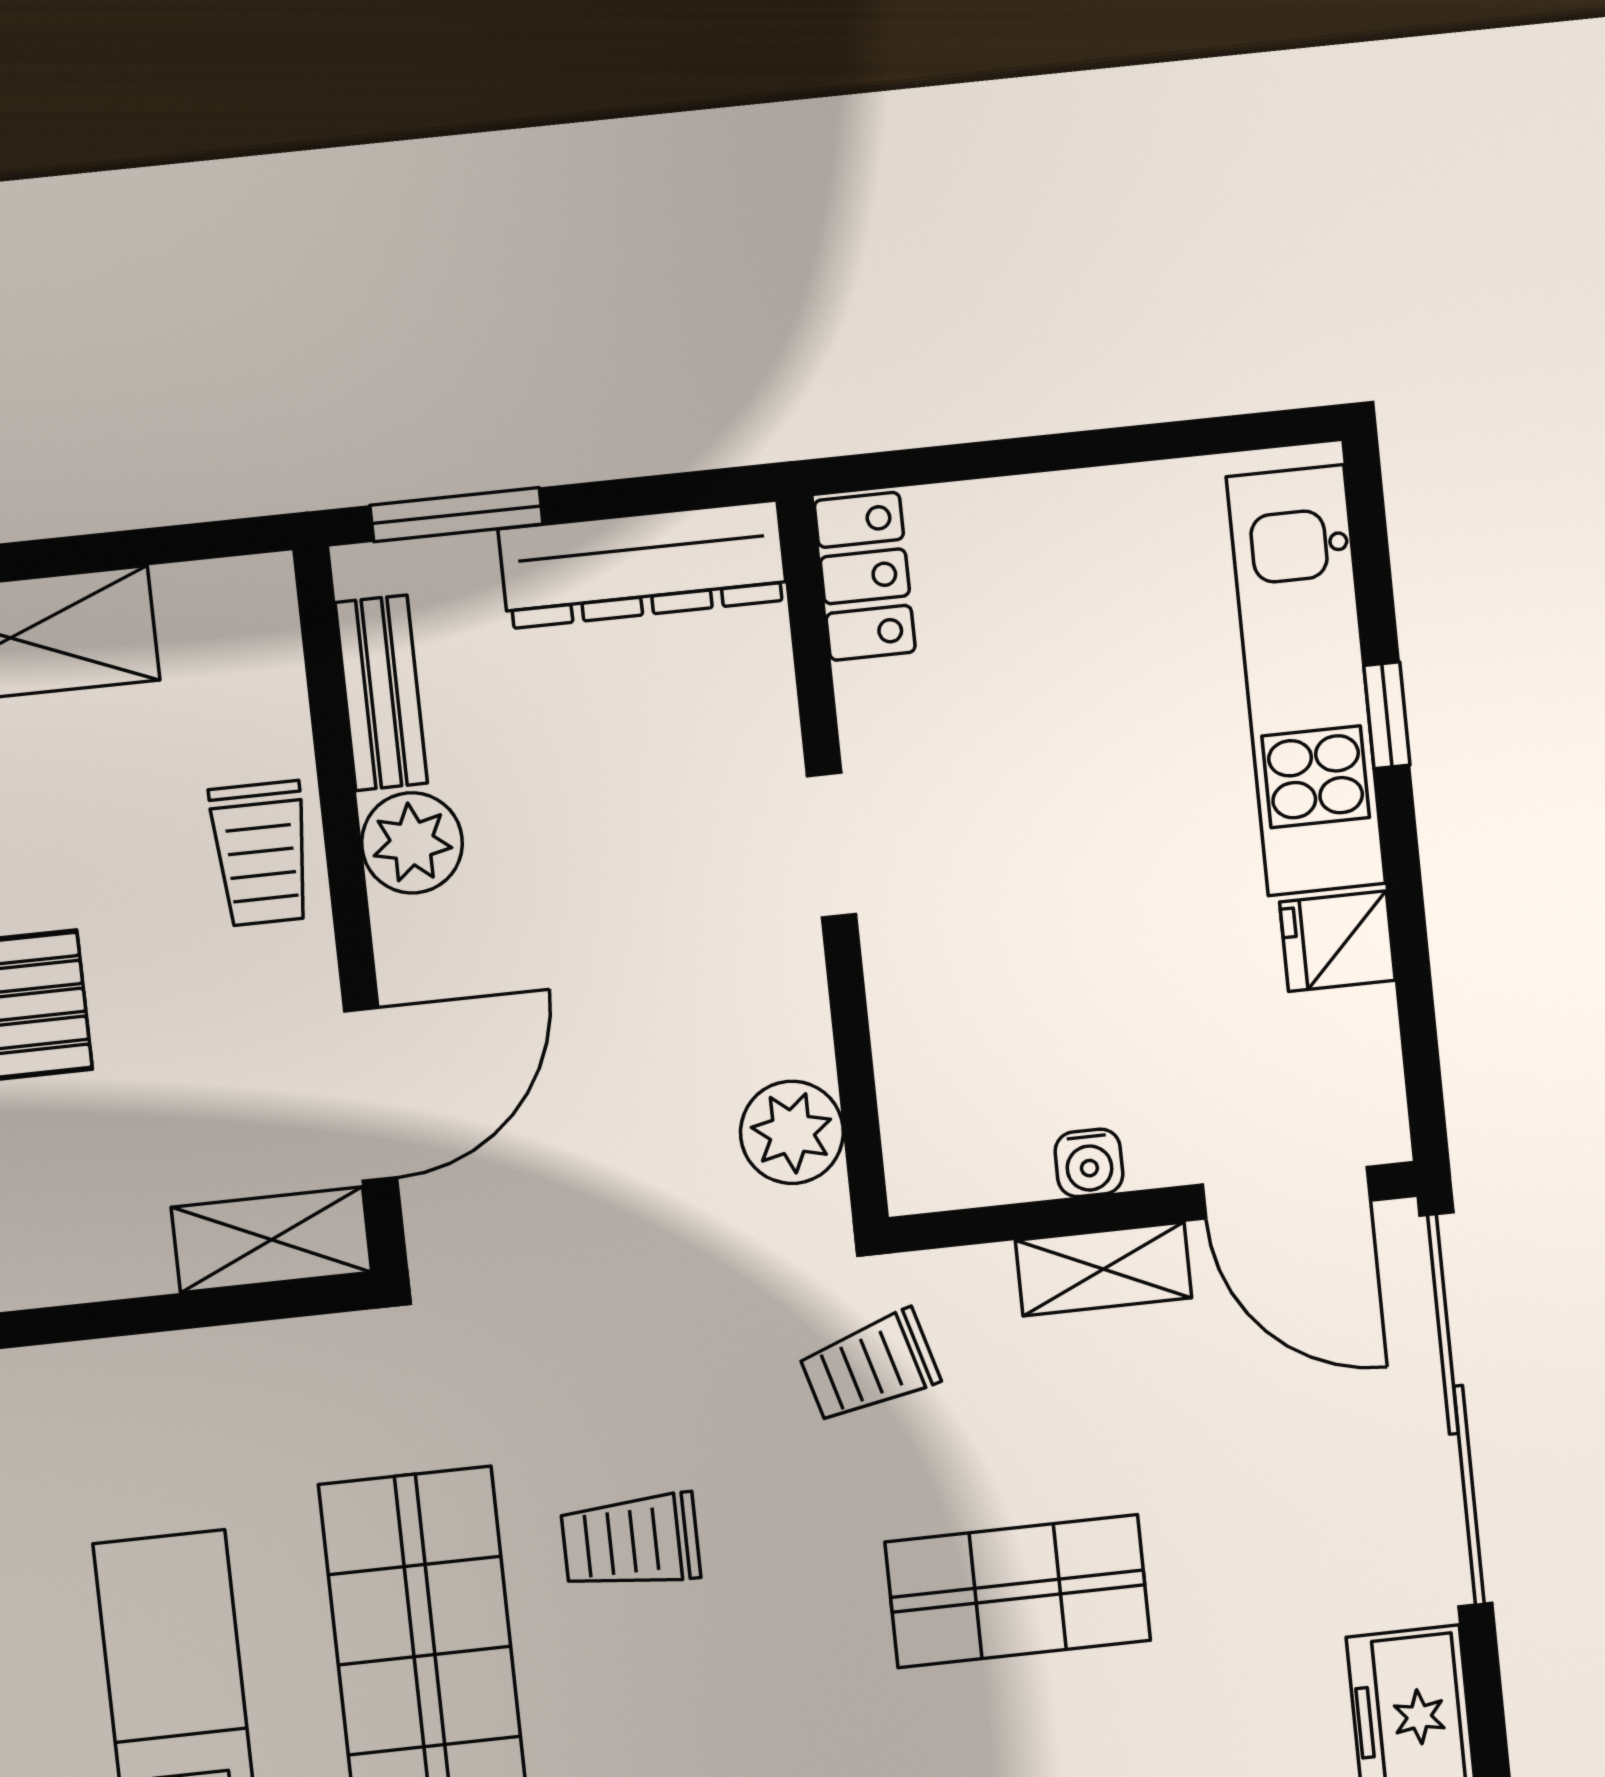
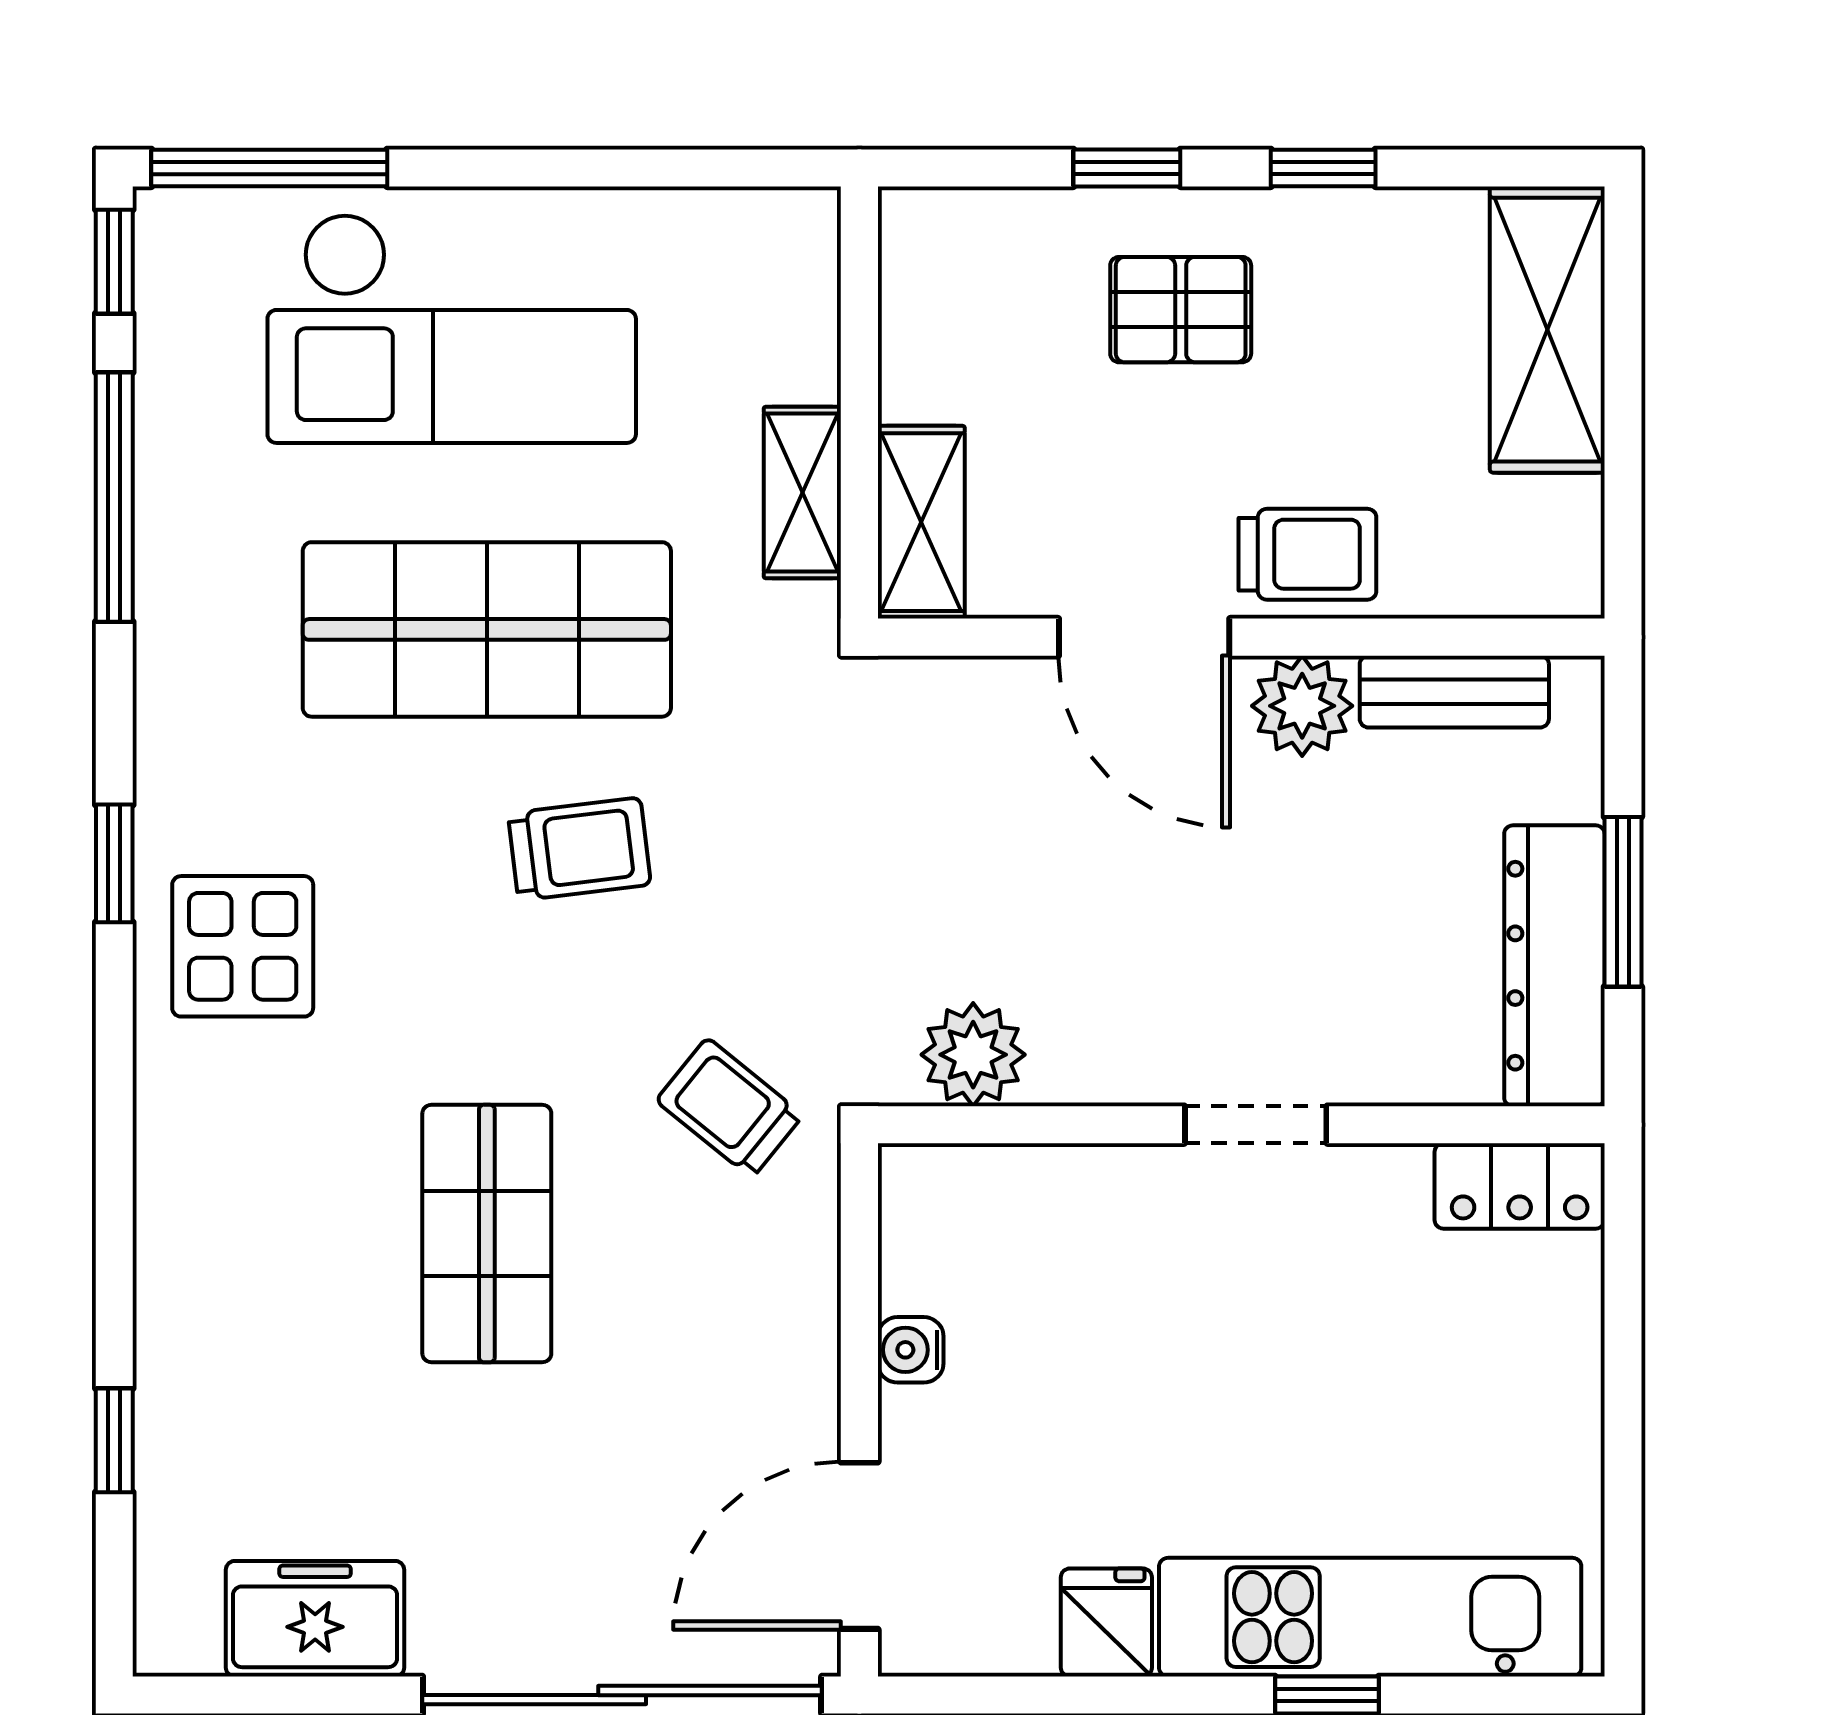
window: (457, 515) -> (1623, 902), moved
trolley: (261, 854) -> (1307, 554), turned 180
door: (371, 1094) -> (1144, 637), moved
shelving: (1104, 1269) -> (802, 493), moved
trolley: (869, 1367) -> (729, 1108), turned -35
trolley: (631, 1541) -> (579, 849), turned 83

